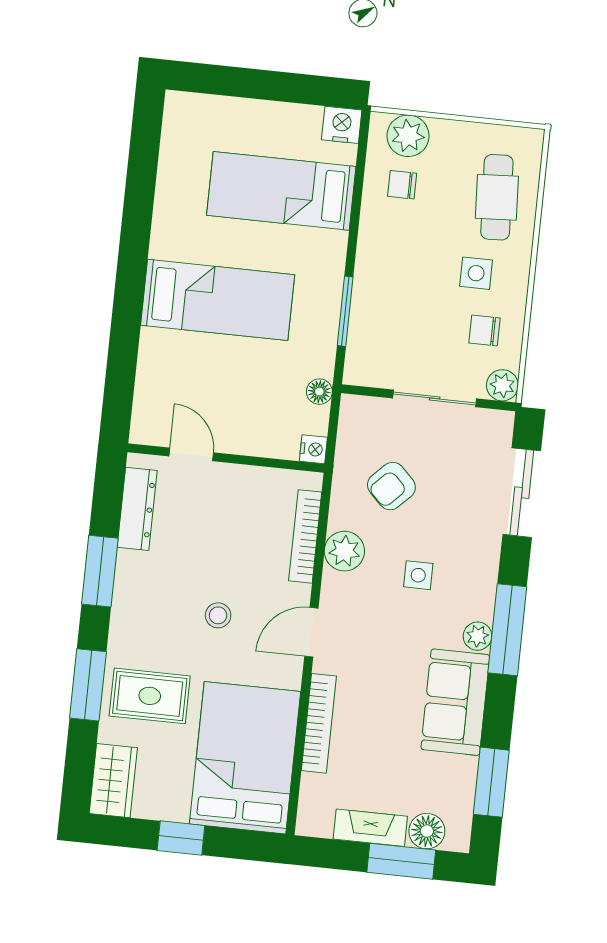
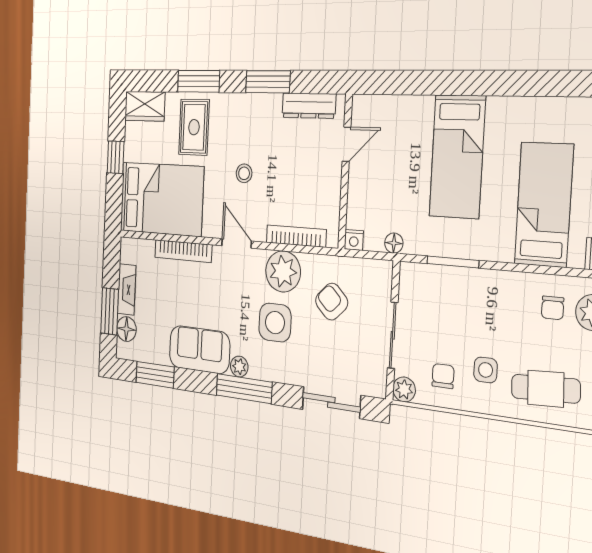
chair: (402, 185) -> (553, 308), turned 180
plant: (344, 551) -> (283, 271), width x1.36, depth x1.36
side table: (418, 575) -> (275, 323), width x1.87, depth x1.87

